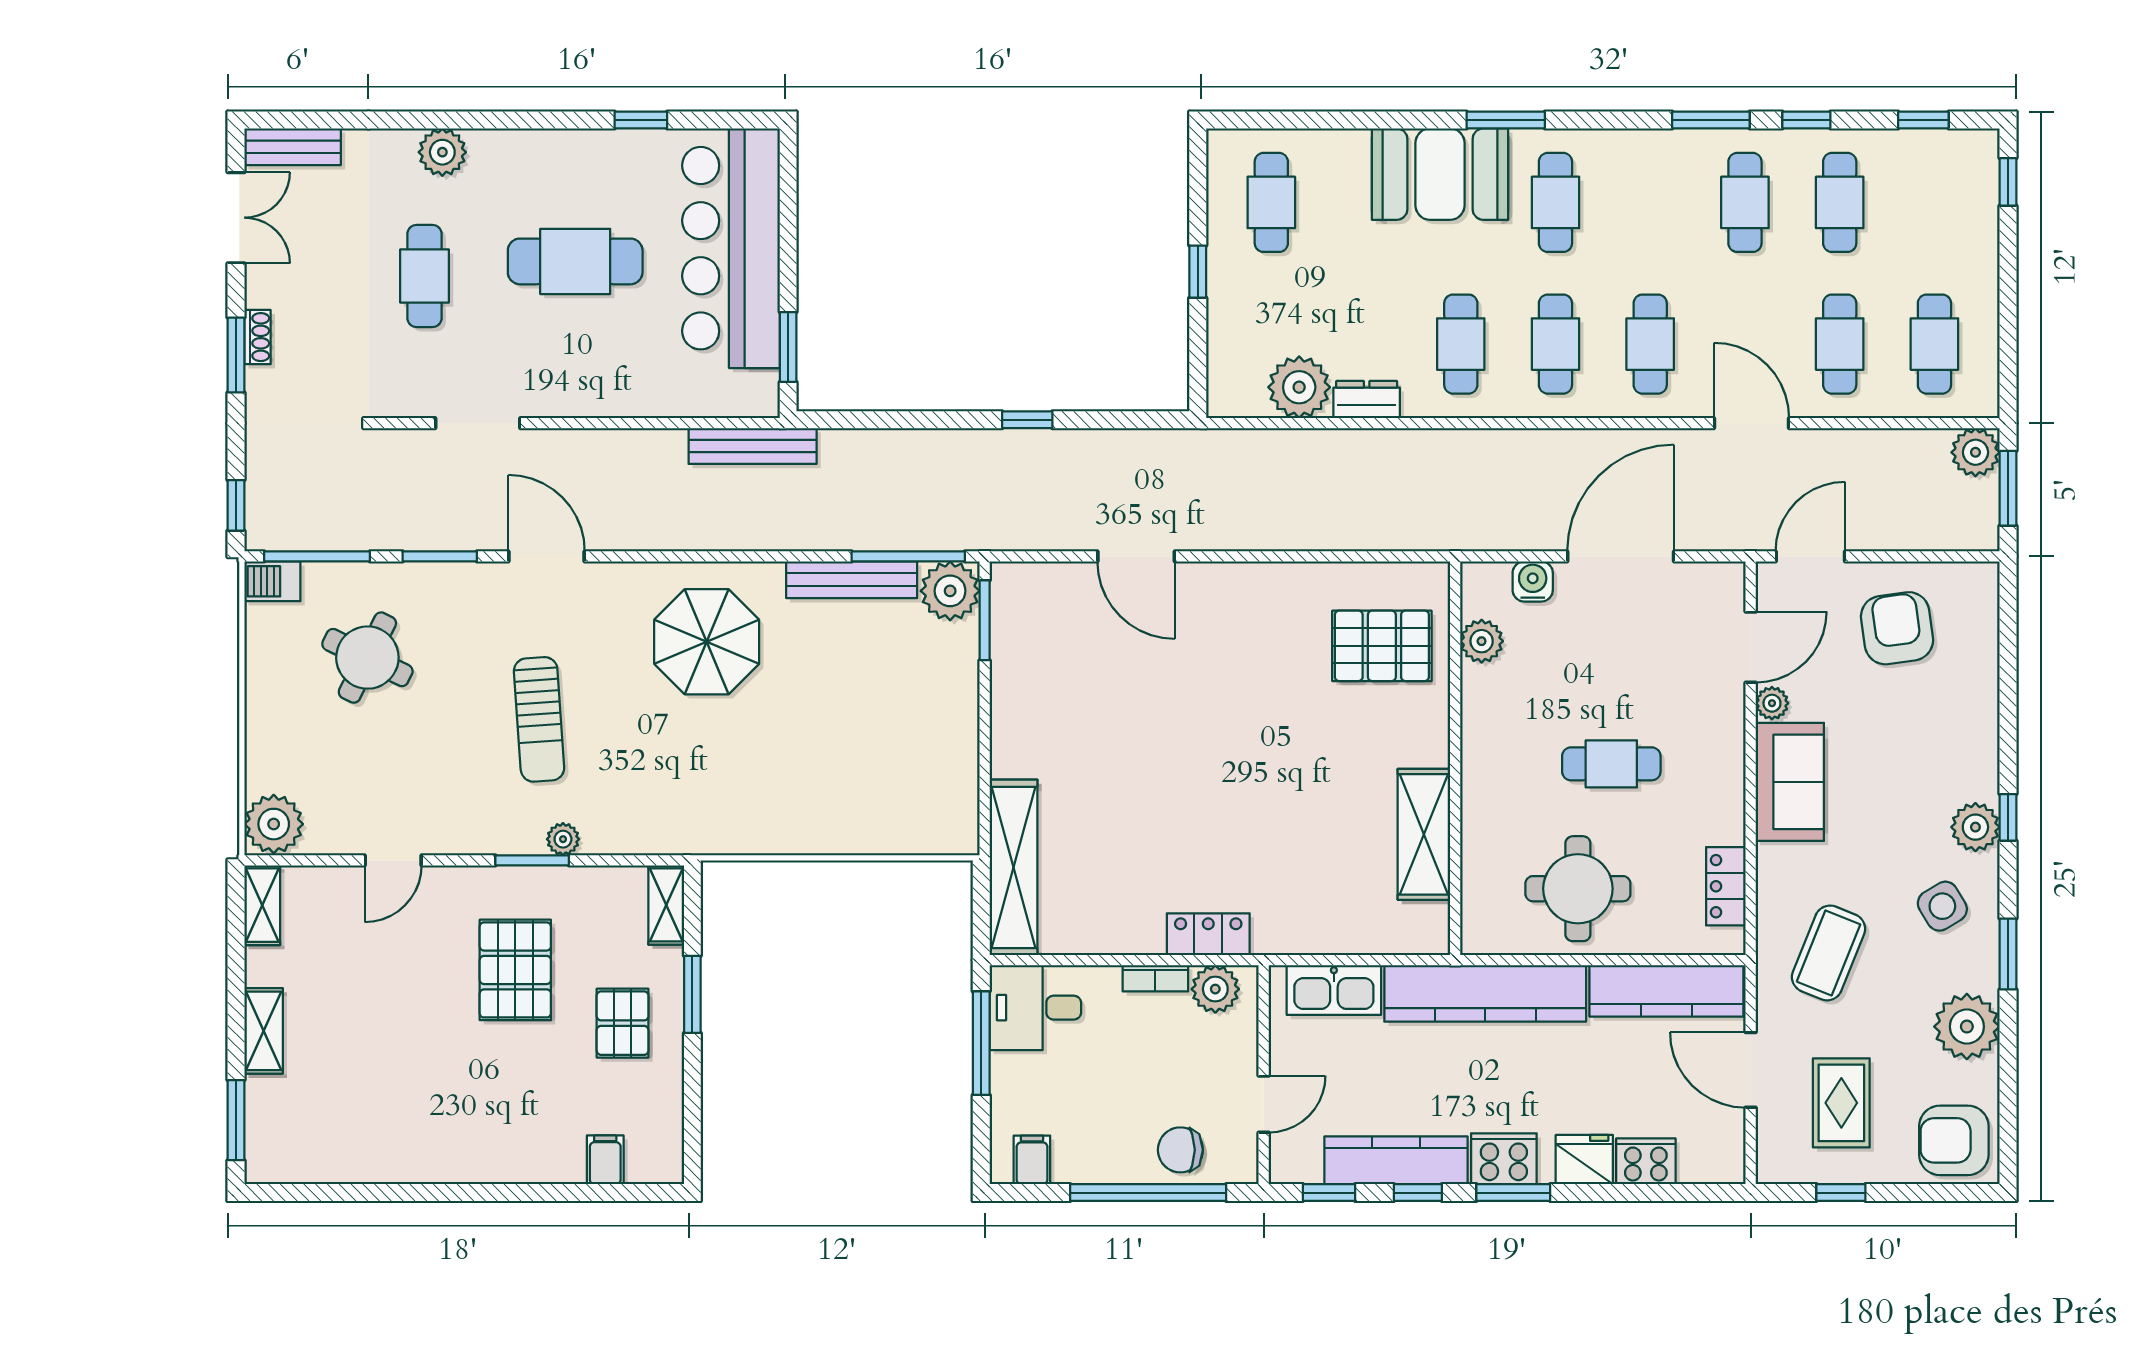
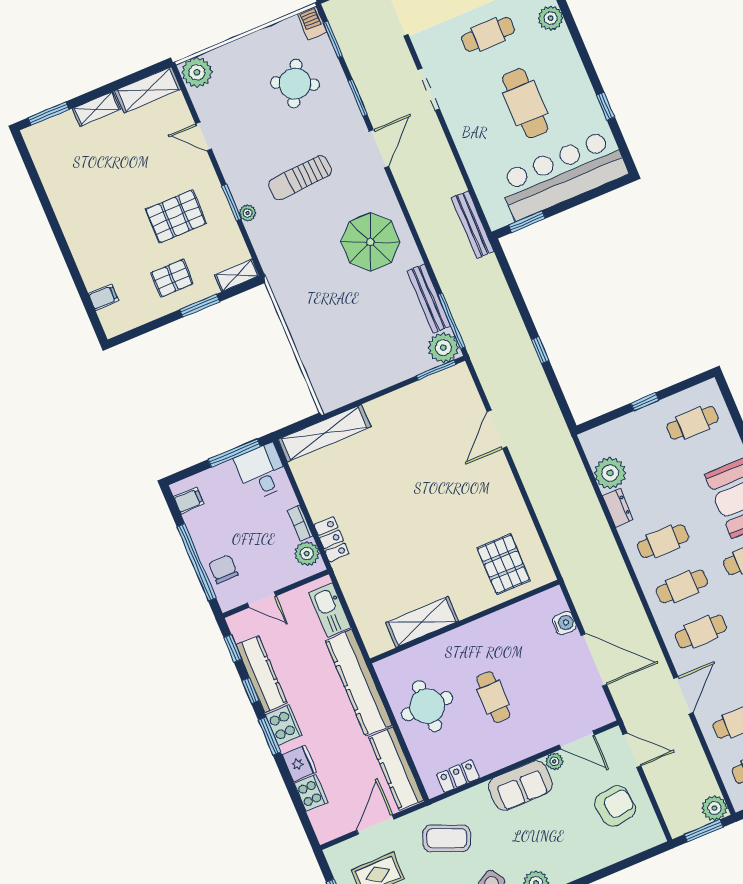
window: (317, 556) -> (333, 39), width x0.69
plant: (1482, 641) -> (526, 611), removed
shelving: (262, 905) -> (148, 90), width x1.50, depth x1.33

